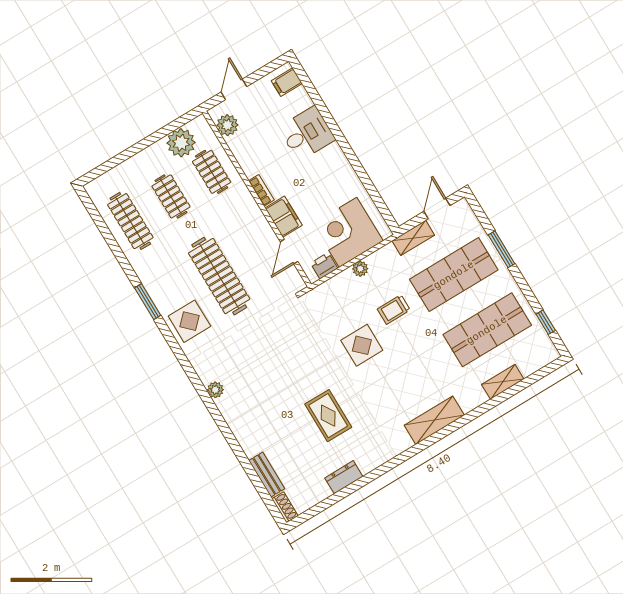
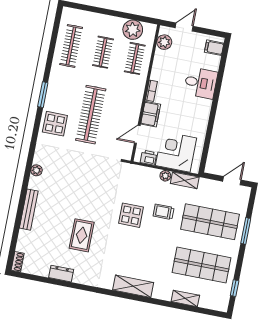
shelving: (413, 238) -> (185, 180), moved
bench: (267, 475) -> (29, 210), moved, width x1.36

